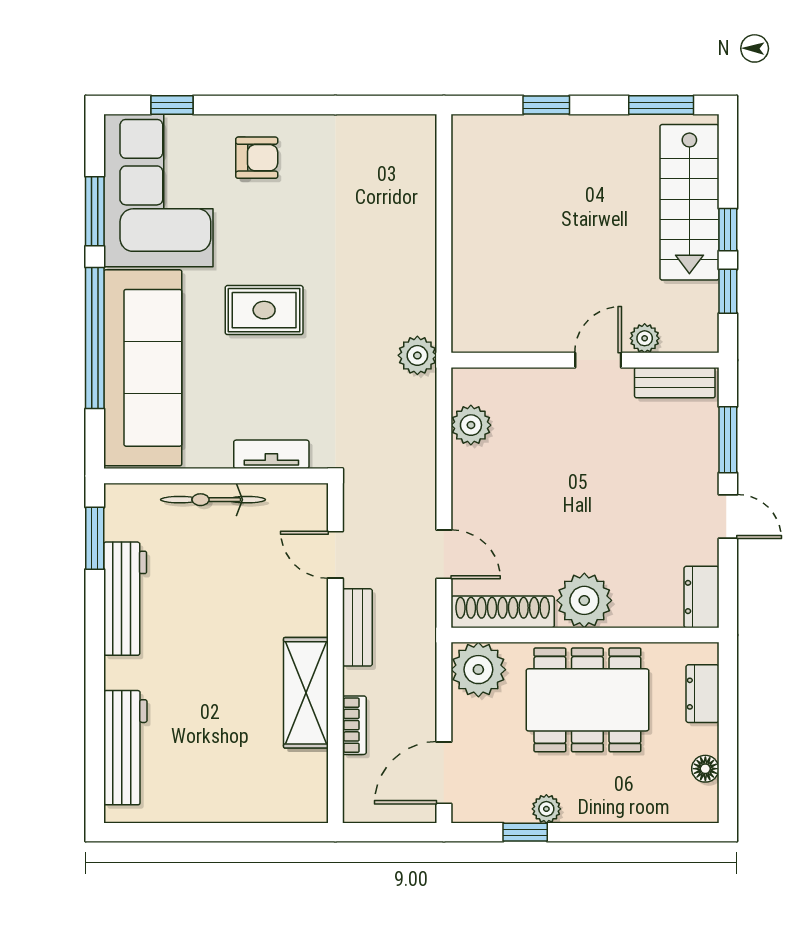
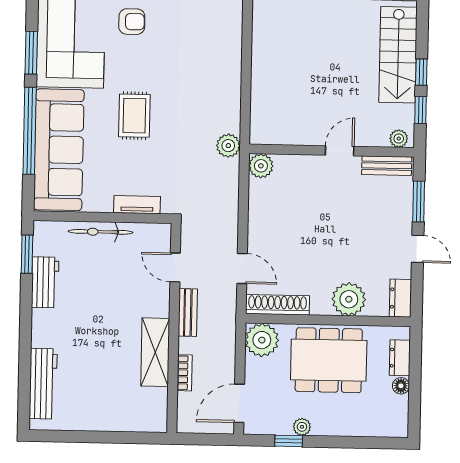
rug: (264, 310) -> (134, 116), turned 90
plant: (645, 338) -> (399, 139), moved
plant: (471, 425) -> (261, 166), moved
workbench: (125, 599) -> (45, 282), width x0.73
plant: (584, 600) -> (349, 299), moved
floor lamp: (705, 769) -> (401, 386), moved

